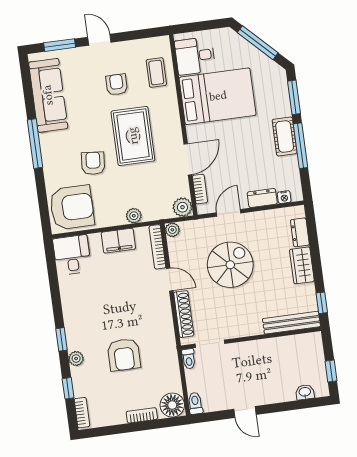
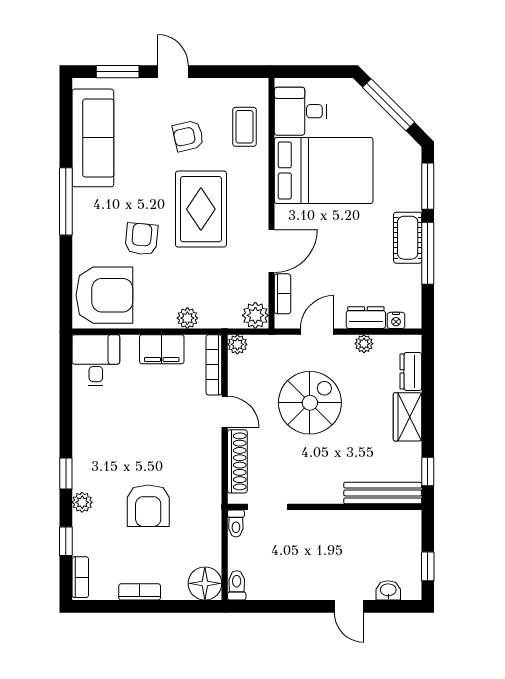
armchair: (117, 85) -> (188, 136), turned -103
plant: (263, 217) -> (364, 344), added
door: (245, 412) -> (349, 606), moved
bookcase: (142, 415) -> (140, 592), moved

